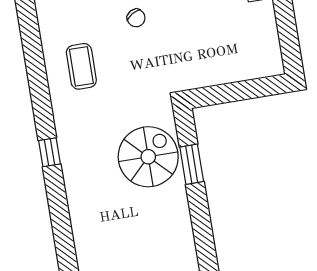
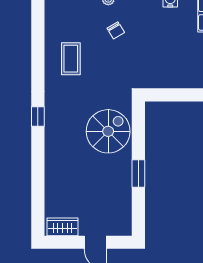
window: (192, 164) -> (138, 173), moved

